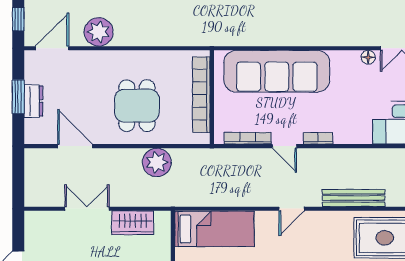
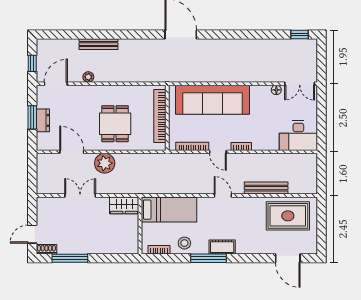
plant: (99, 32) -> (88, 77), width x0.53, depth x0.53
plant: (157, 162) -> (105, 163), moved
door: (292, 209) -> (223, 196), swing flipped
wardrobe: (133, 223) -> (124, 205), moved

